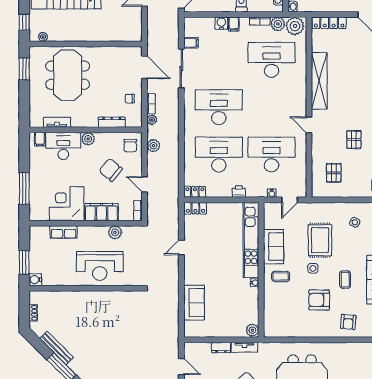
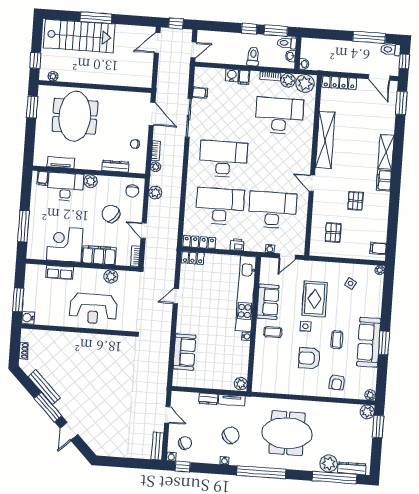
locker: (195, 192) -> (199, 242), width x1.53

